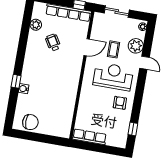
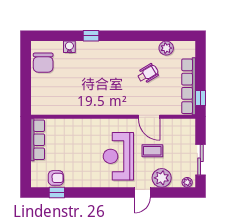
sliding door: (117, 12) -> (200, 160), moved
reception desk: (113, 76) -> (118, 156), turned 180
water cooler: (24, 89) -> (69, 47), moved
armchair: (120, 103) -> (56, 178), moved

